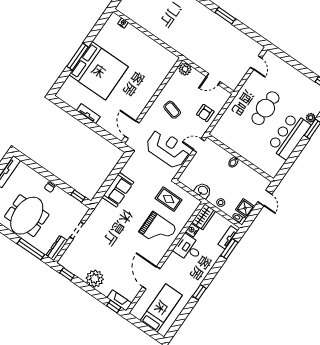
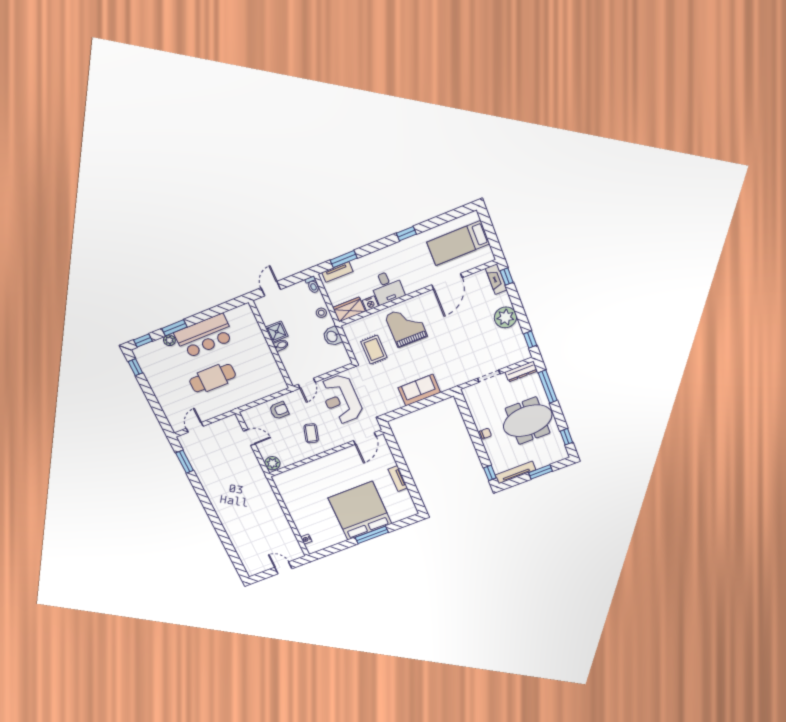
window: (225, 16) -> (185, 462), moved
door: (199, 145) -> (307, 383), hinge flipped
window: (78, 196) -> (490, 473), moved
shower: (245, 208) -> (277, 332), moved

